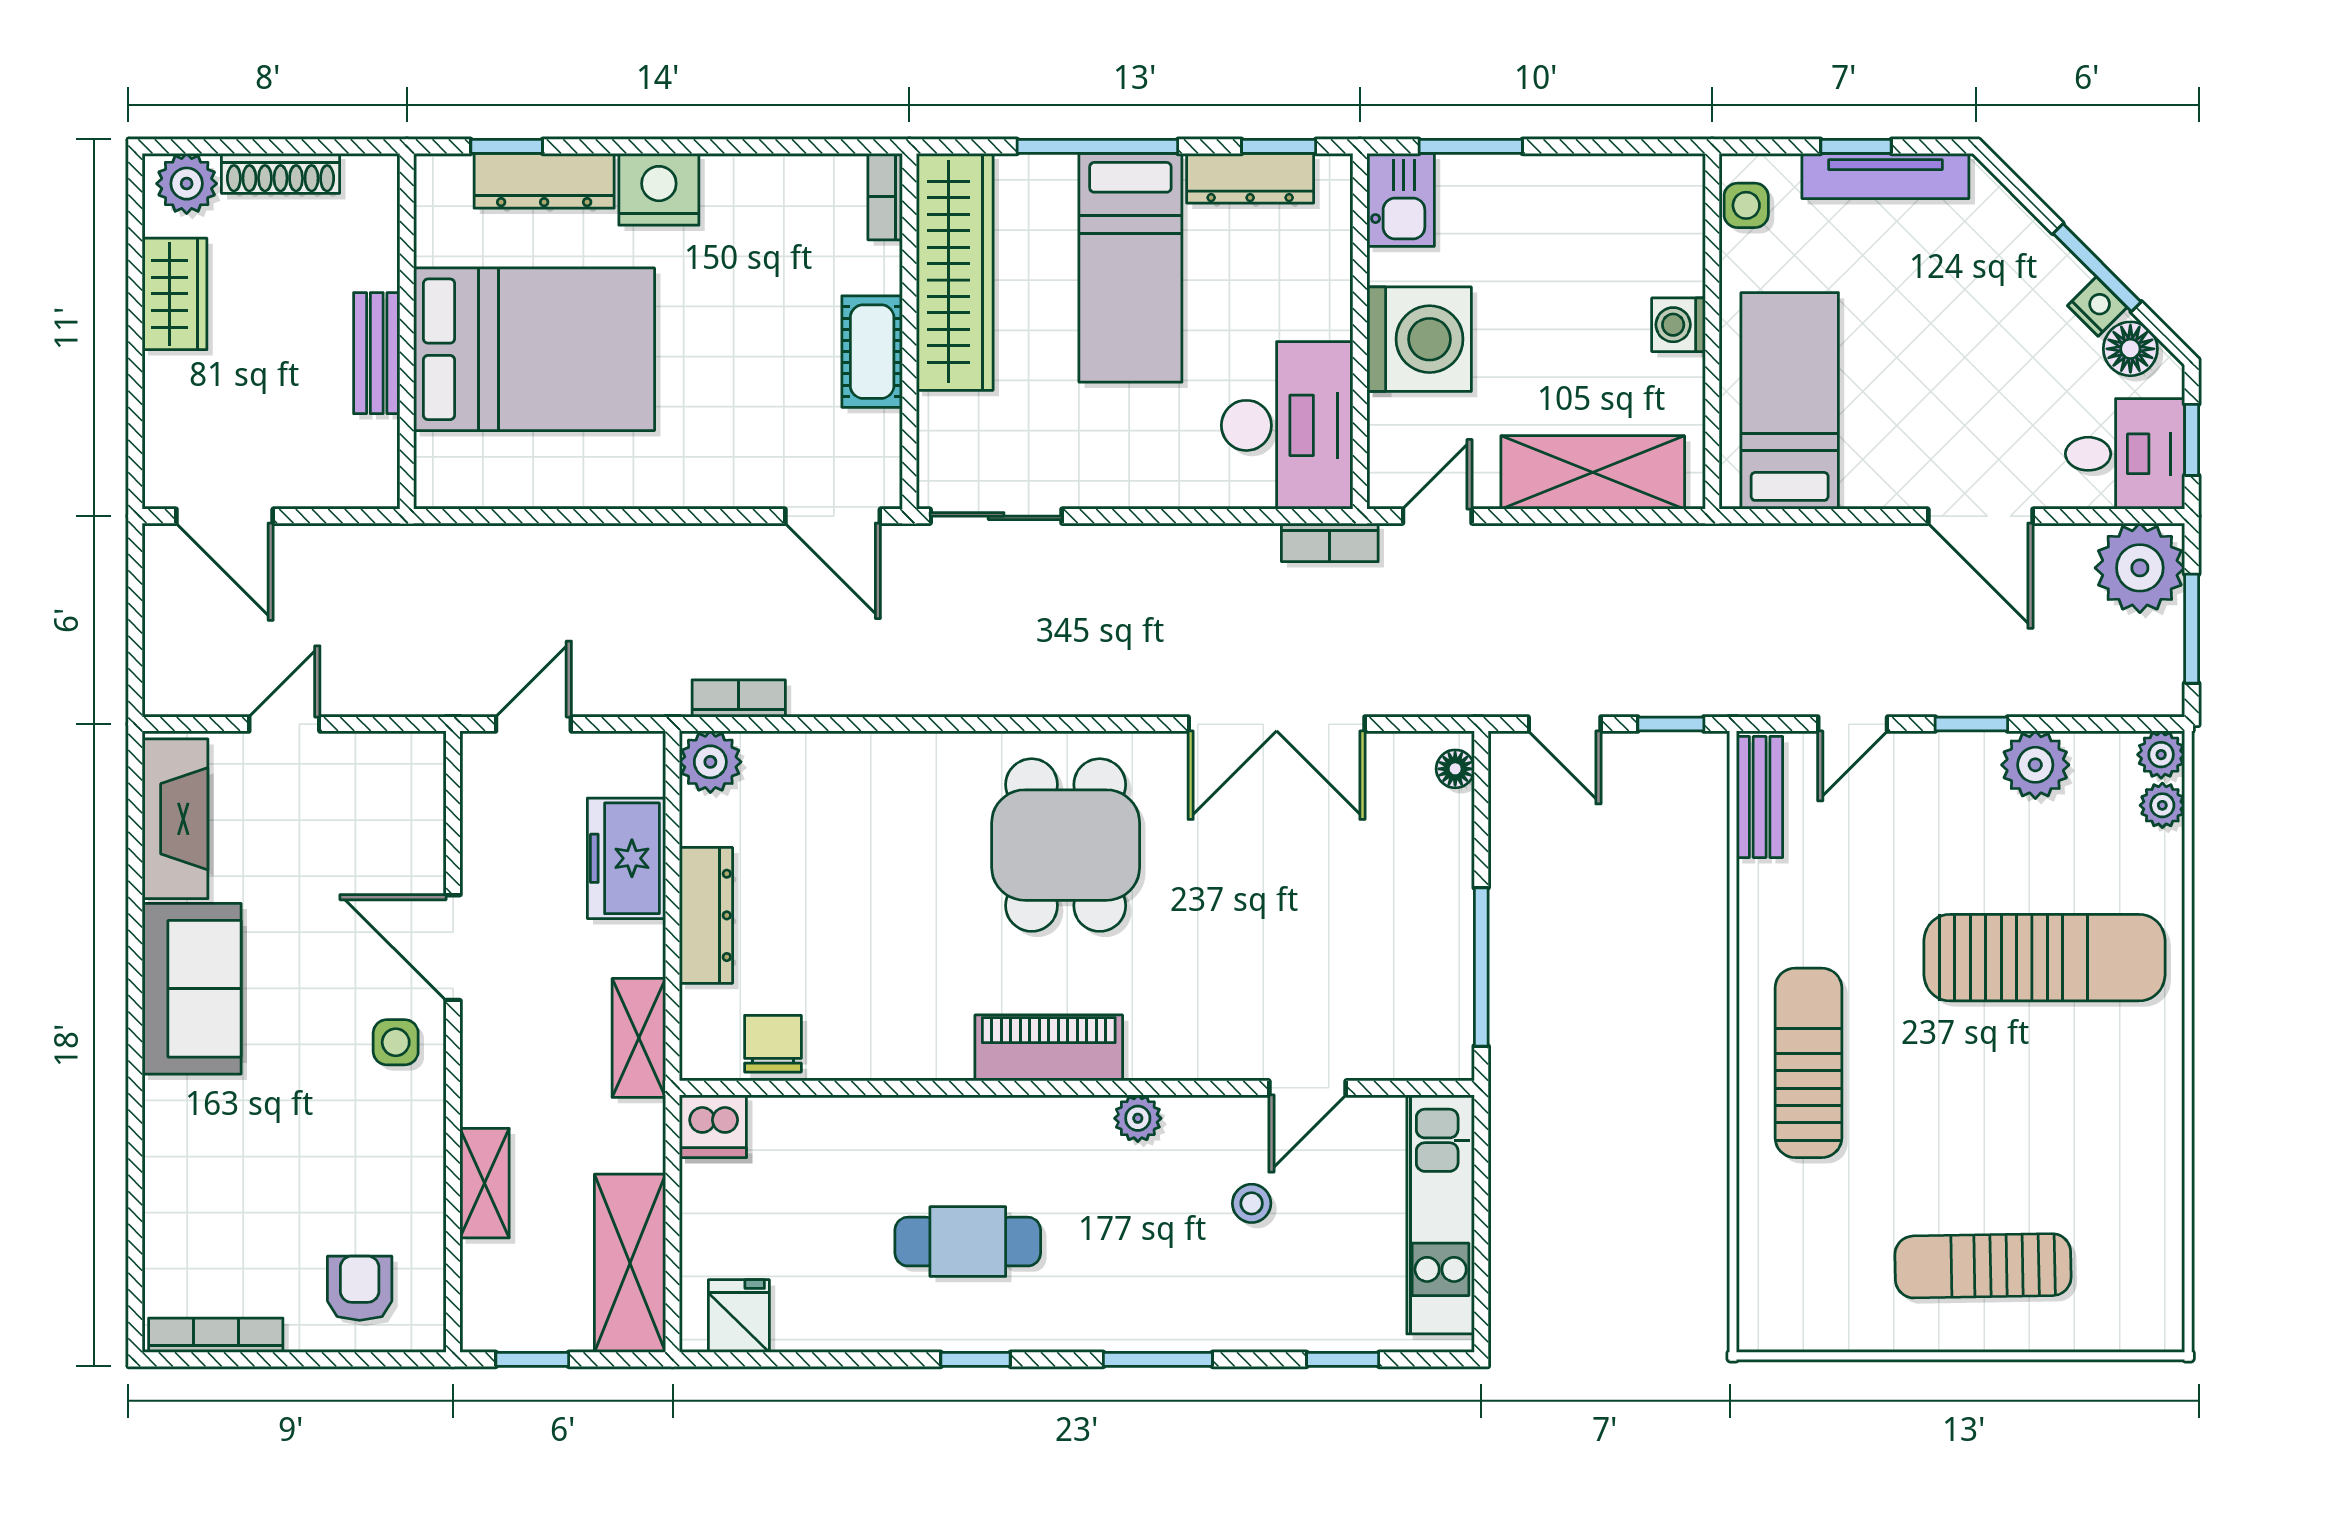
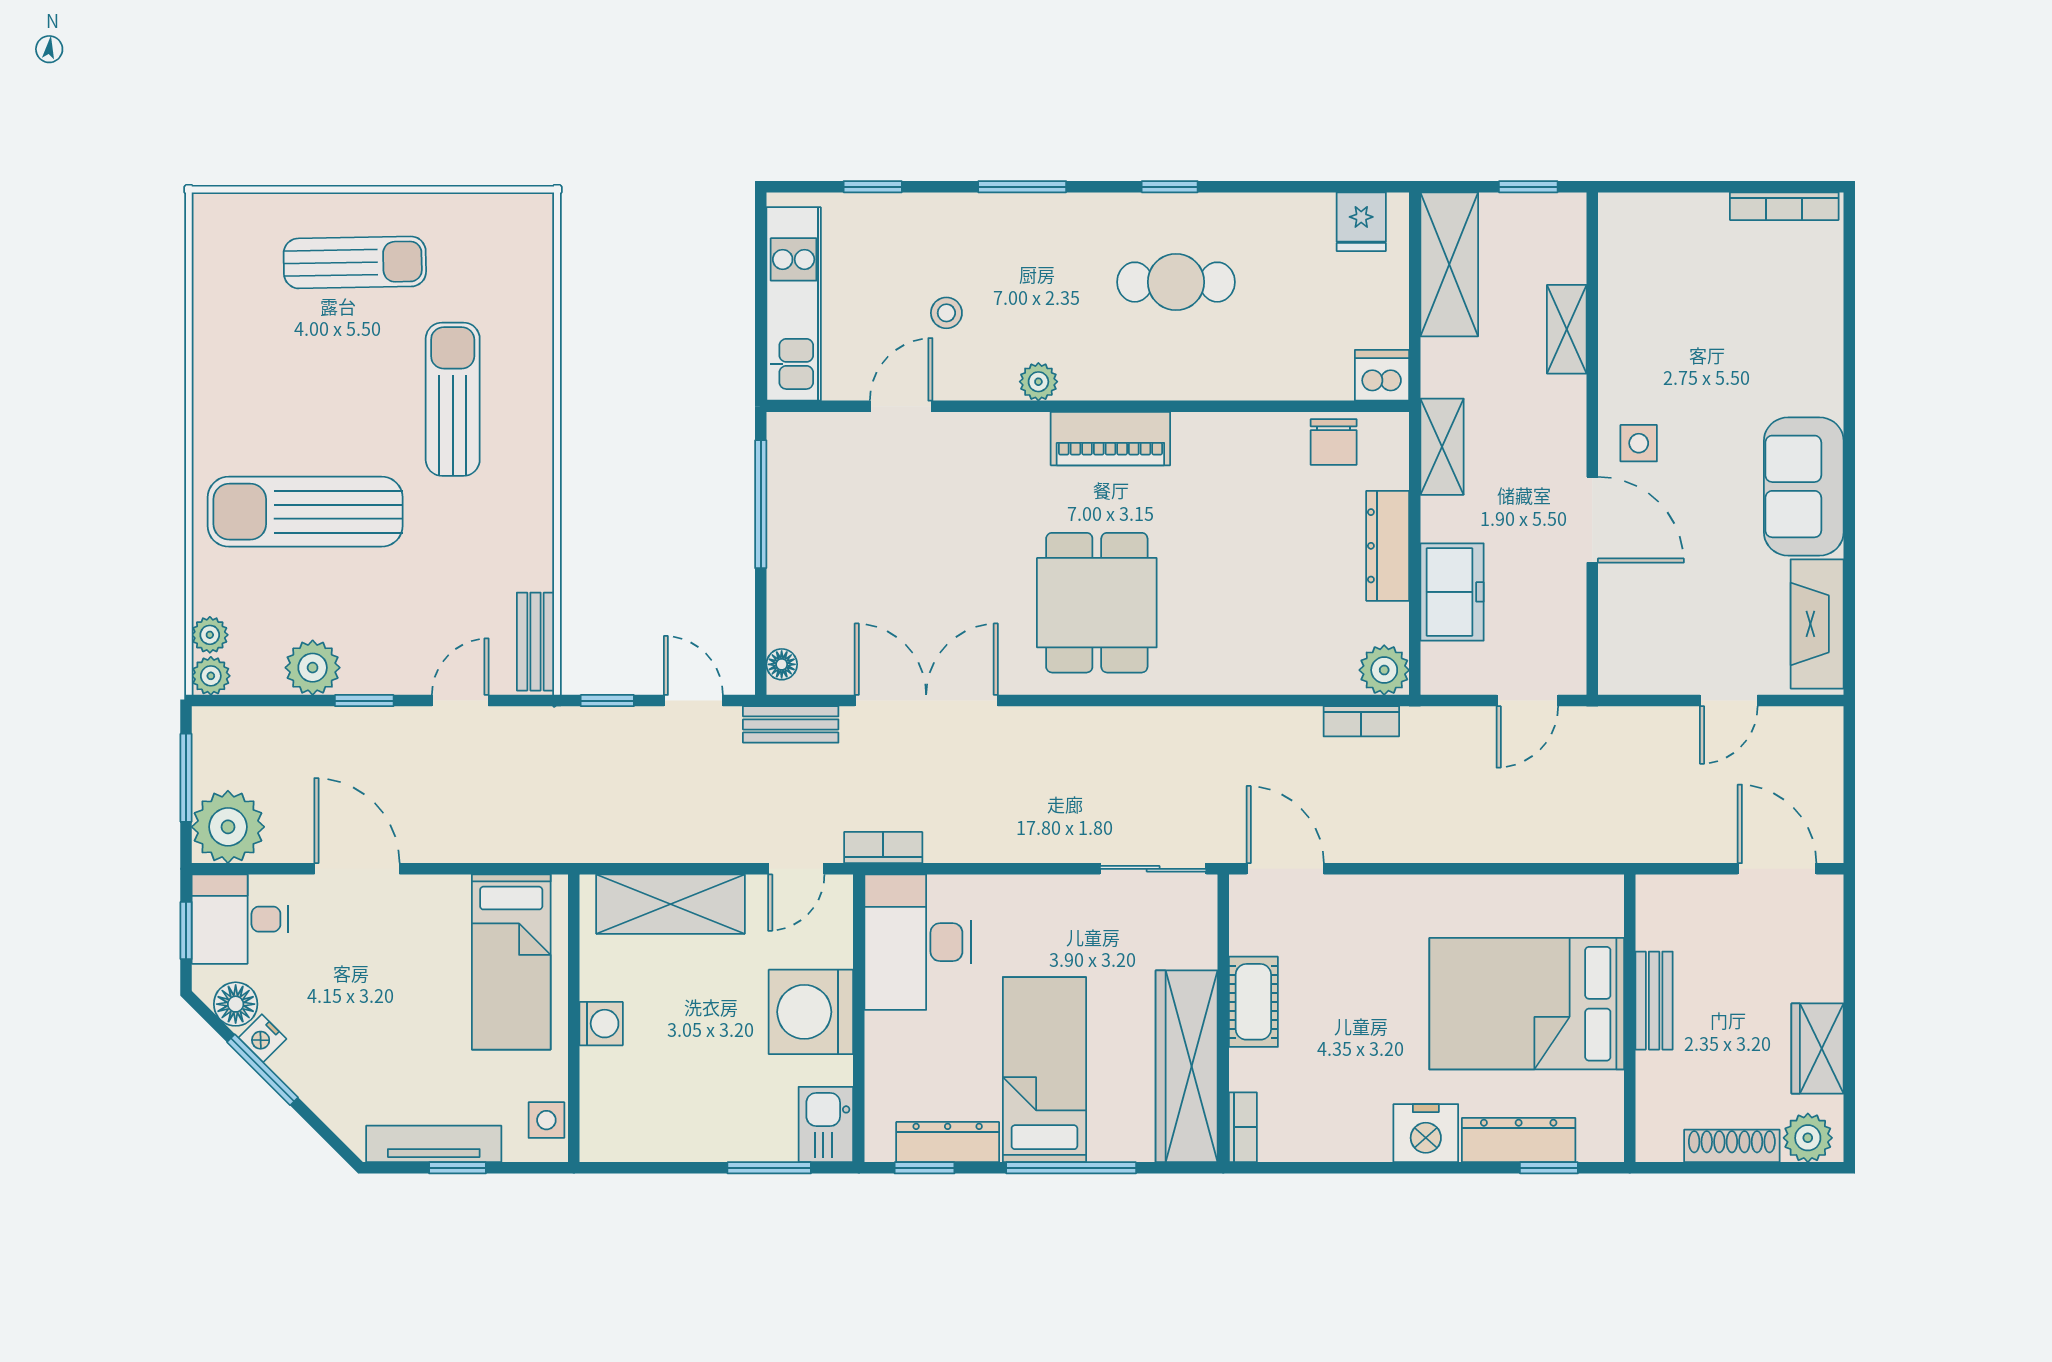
bench: (1444, 695) -> (791, 724), added
sun lounger: (1808, 1063) -> (453, 399), moved, turned 180
armchair: (360, 1288) -> (1668, 244), removed

